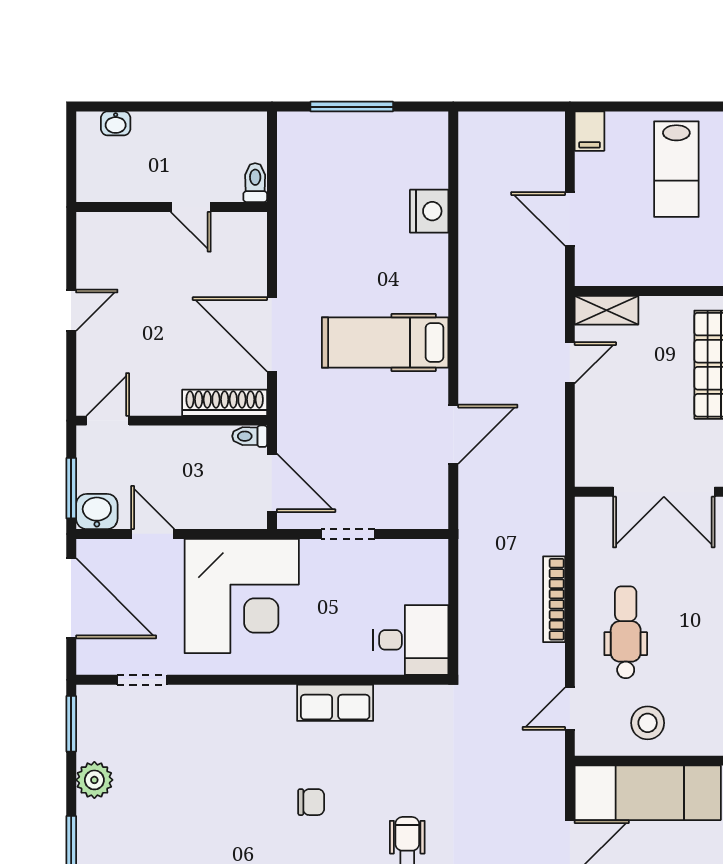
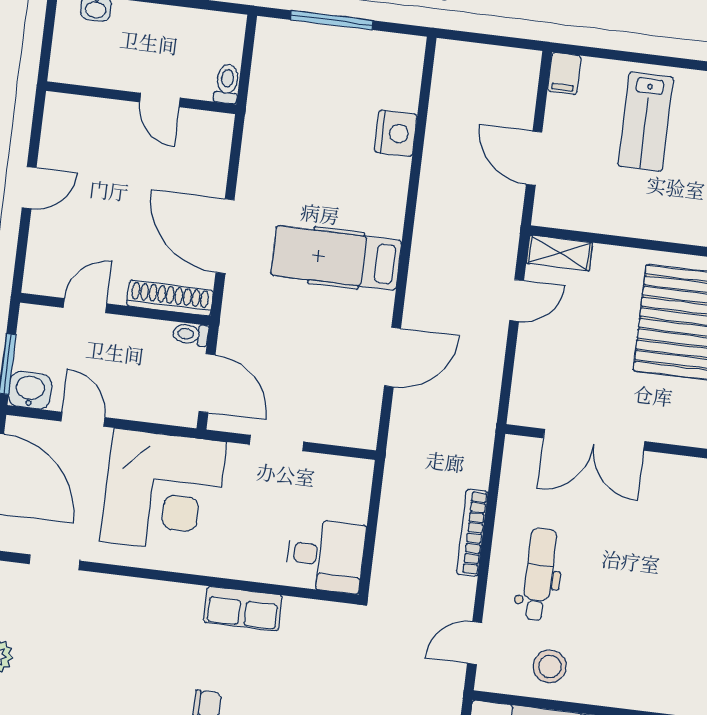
door: (108, 421) -> (85, 306), moved

